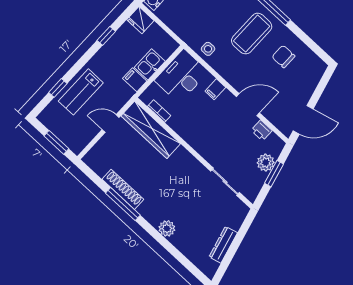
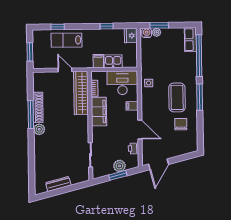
coffee table: (252, 34) -> (177, 97), turned 90
door: (303, 120) -> (159, 164), hinge flipped
filing cabinet: (188, 130) -> (99, 112), added
plant: (167, 228) -> (39, 129), moved

